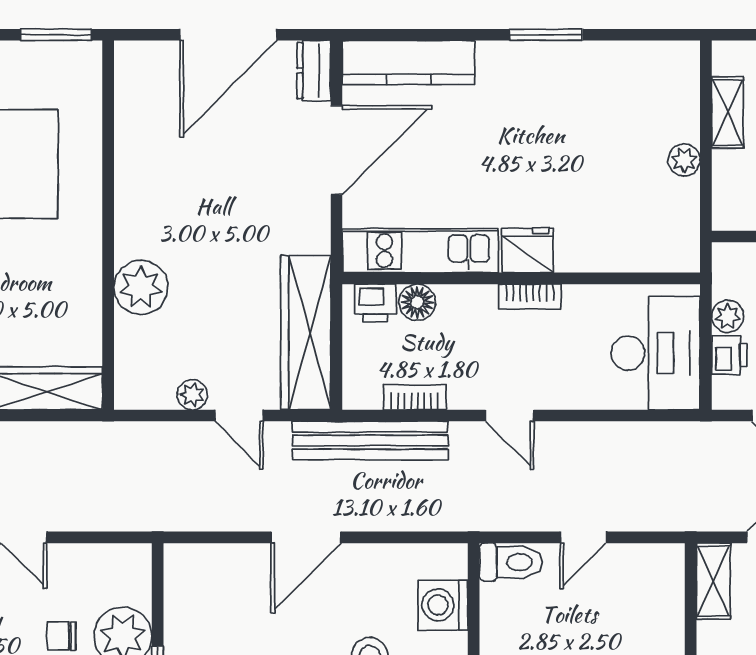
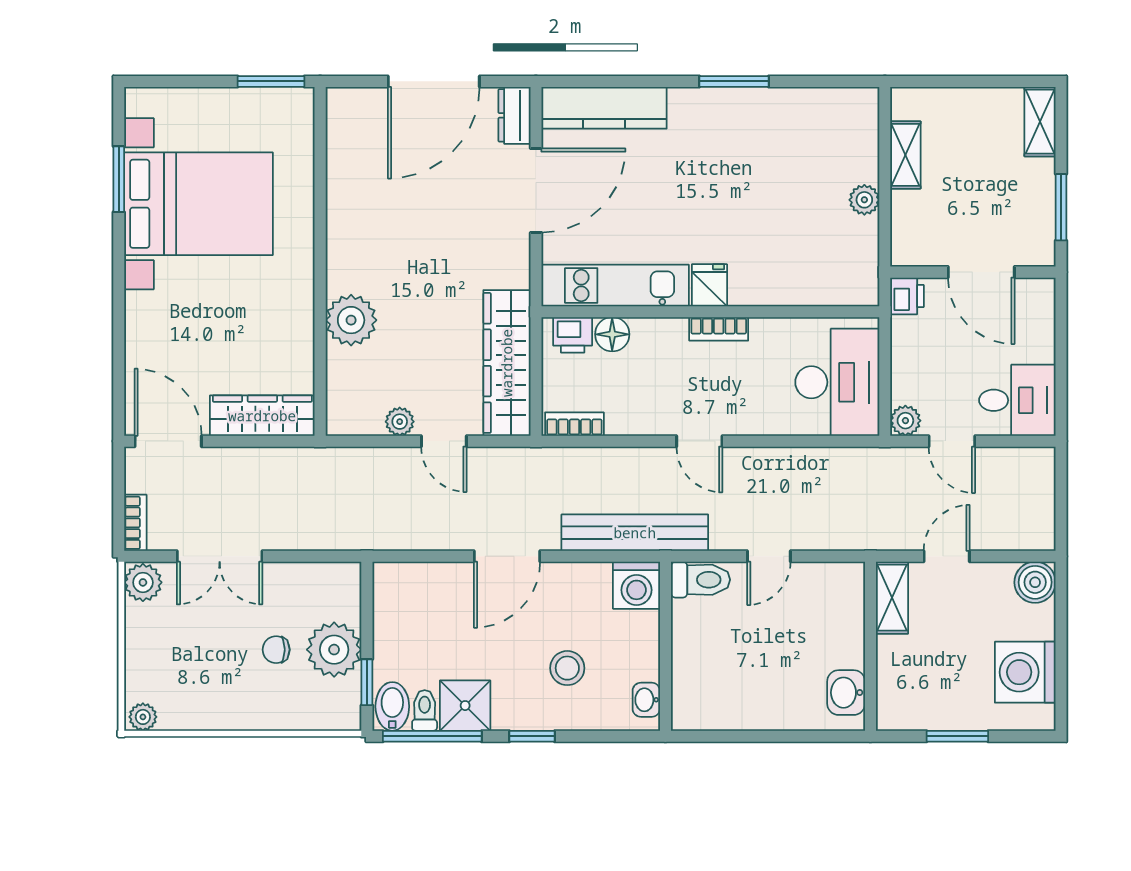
fridge: (527, 250) -> (709, 285), width x0.72
plant: (728, 316) -> (905, 421), moved
printer: (729, 355) -> (907, 296), moved
bookcase: (415, 397) -> (574, 424), moved
bench: (370, 441) -> (635, 533), moved
washing machine: (443, 605) -> (636, 585), moved, turned -90

